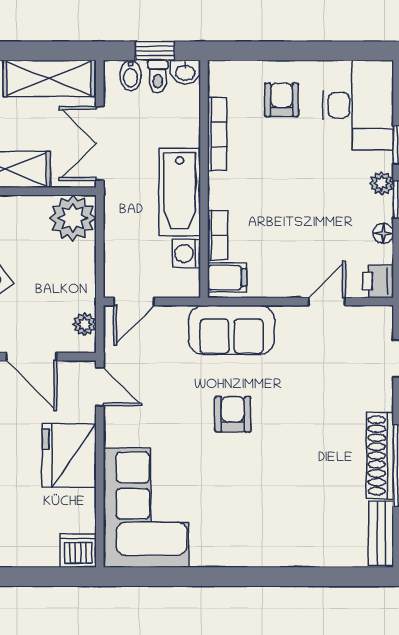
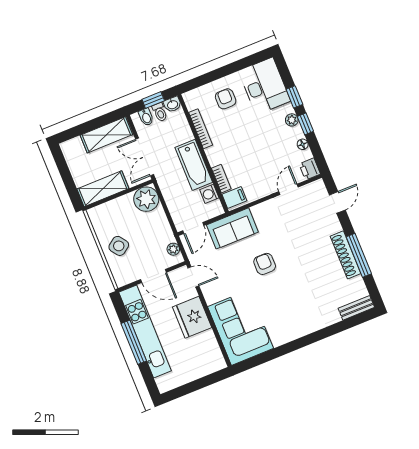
sofa: (231, 330) -> (232, 228), moved
bench: (381, 534) -> (356, 308), moved, turned 90
dishwasher: (78, 551) -> (216, 362), removed

